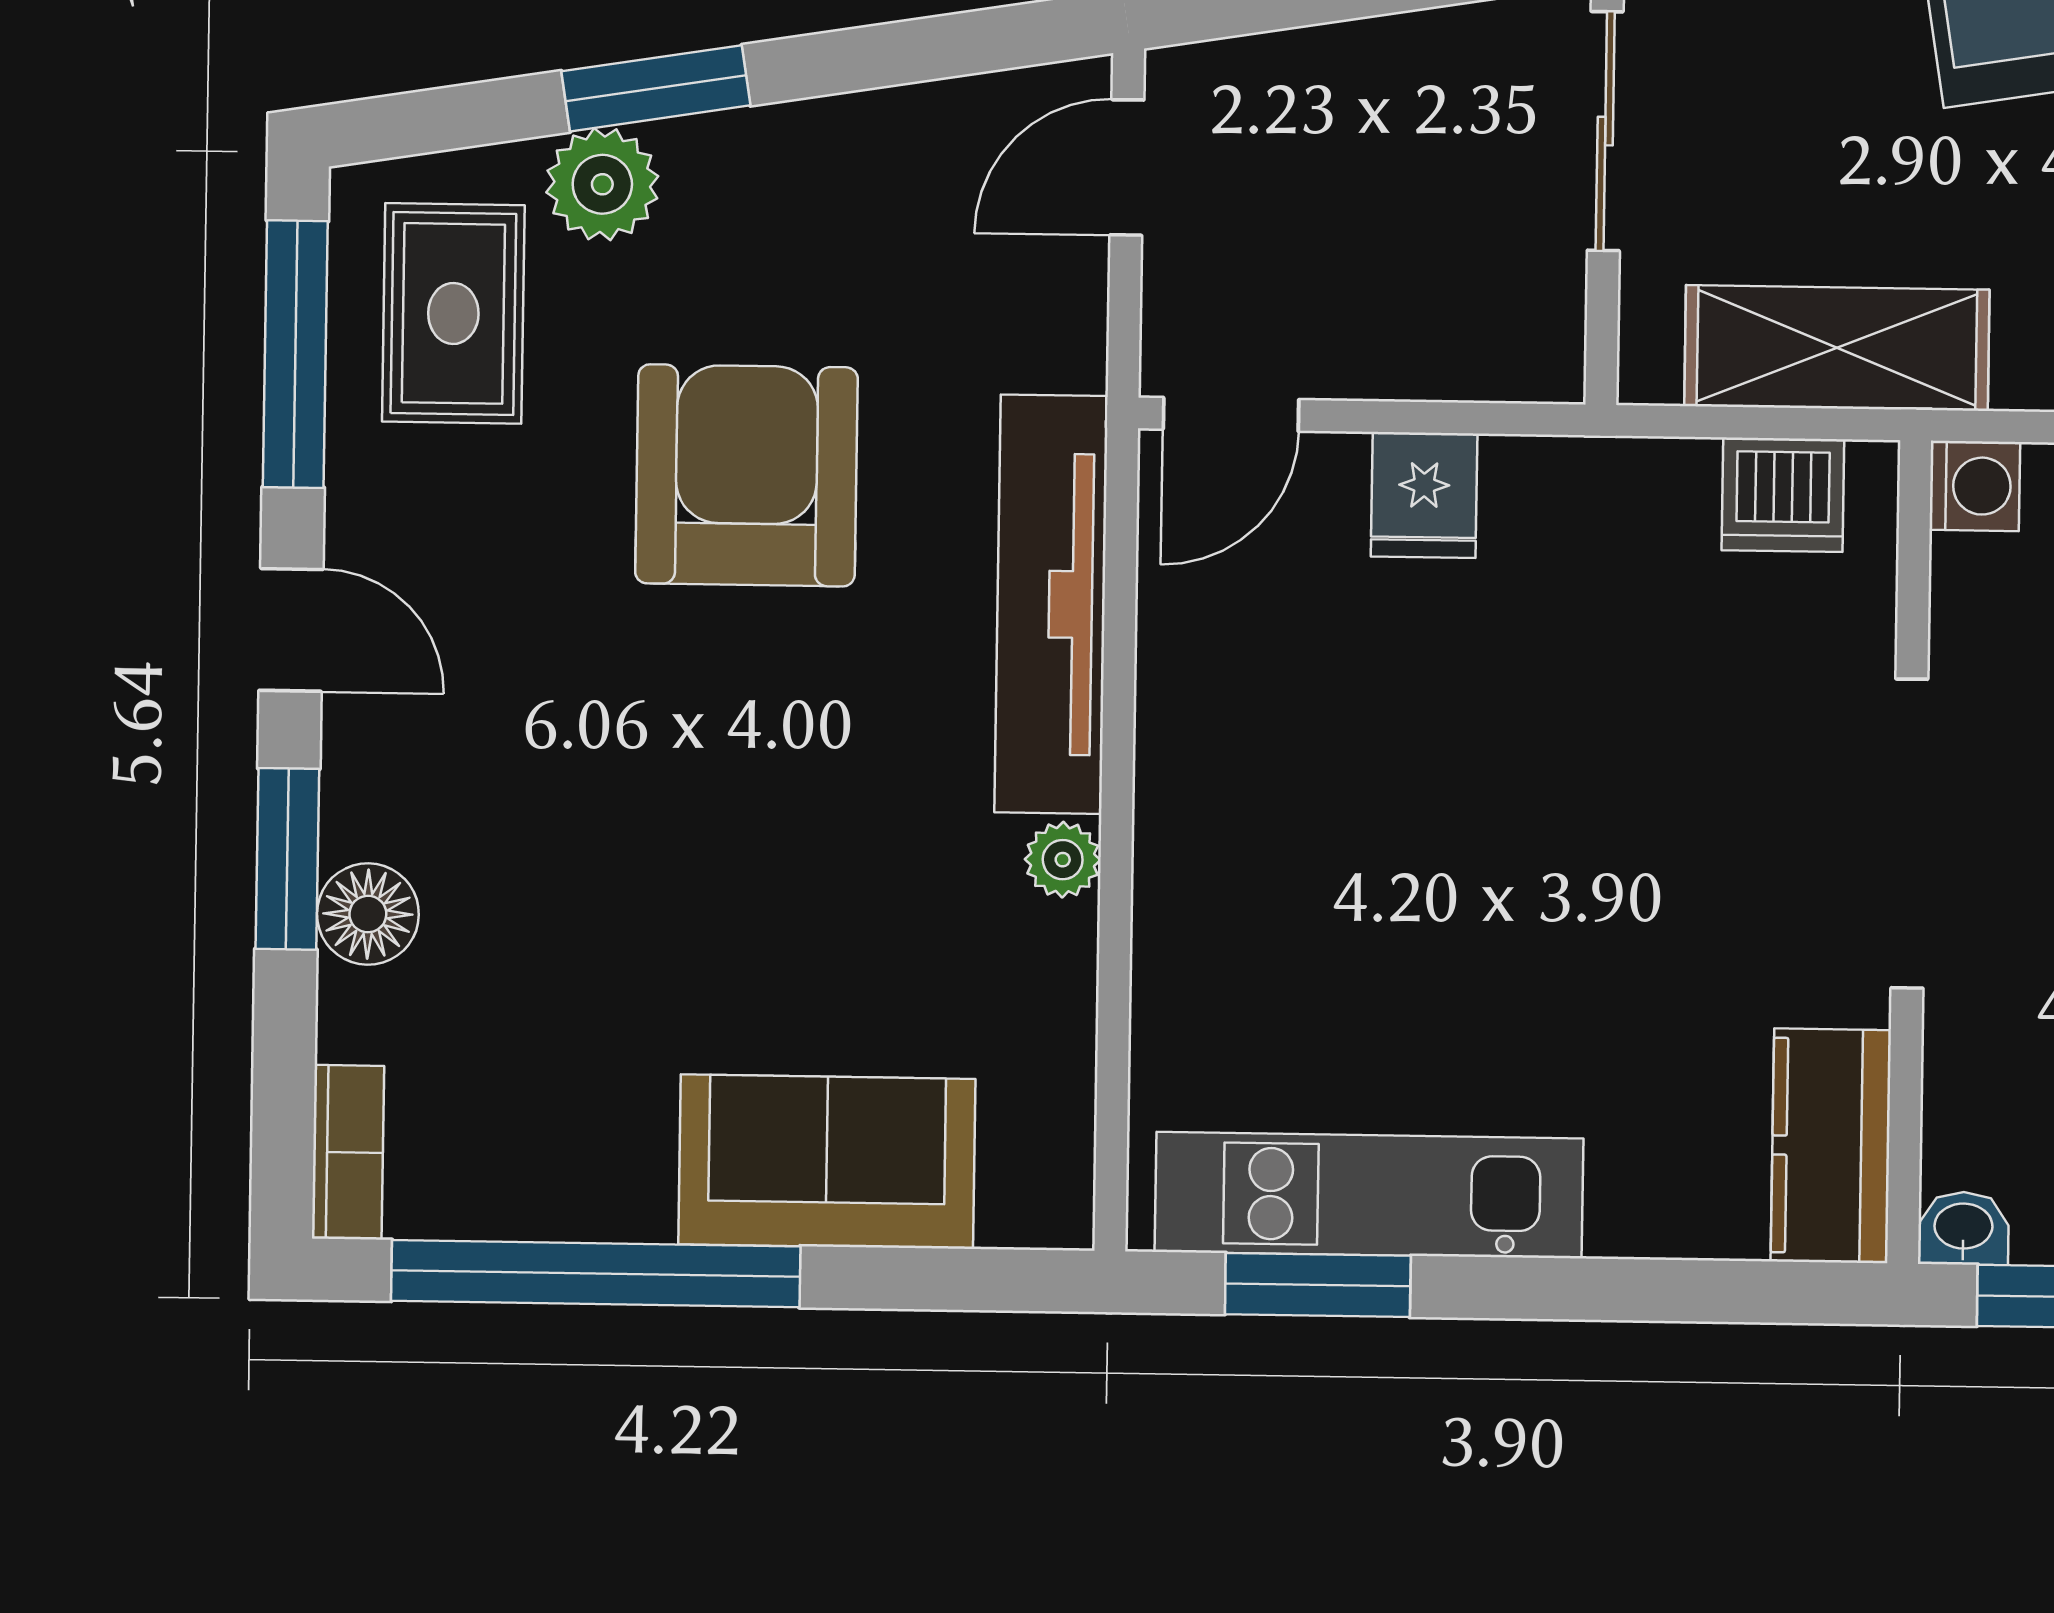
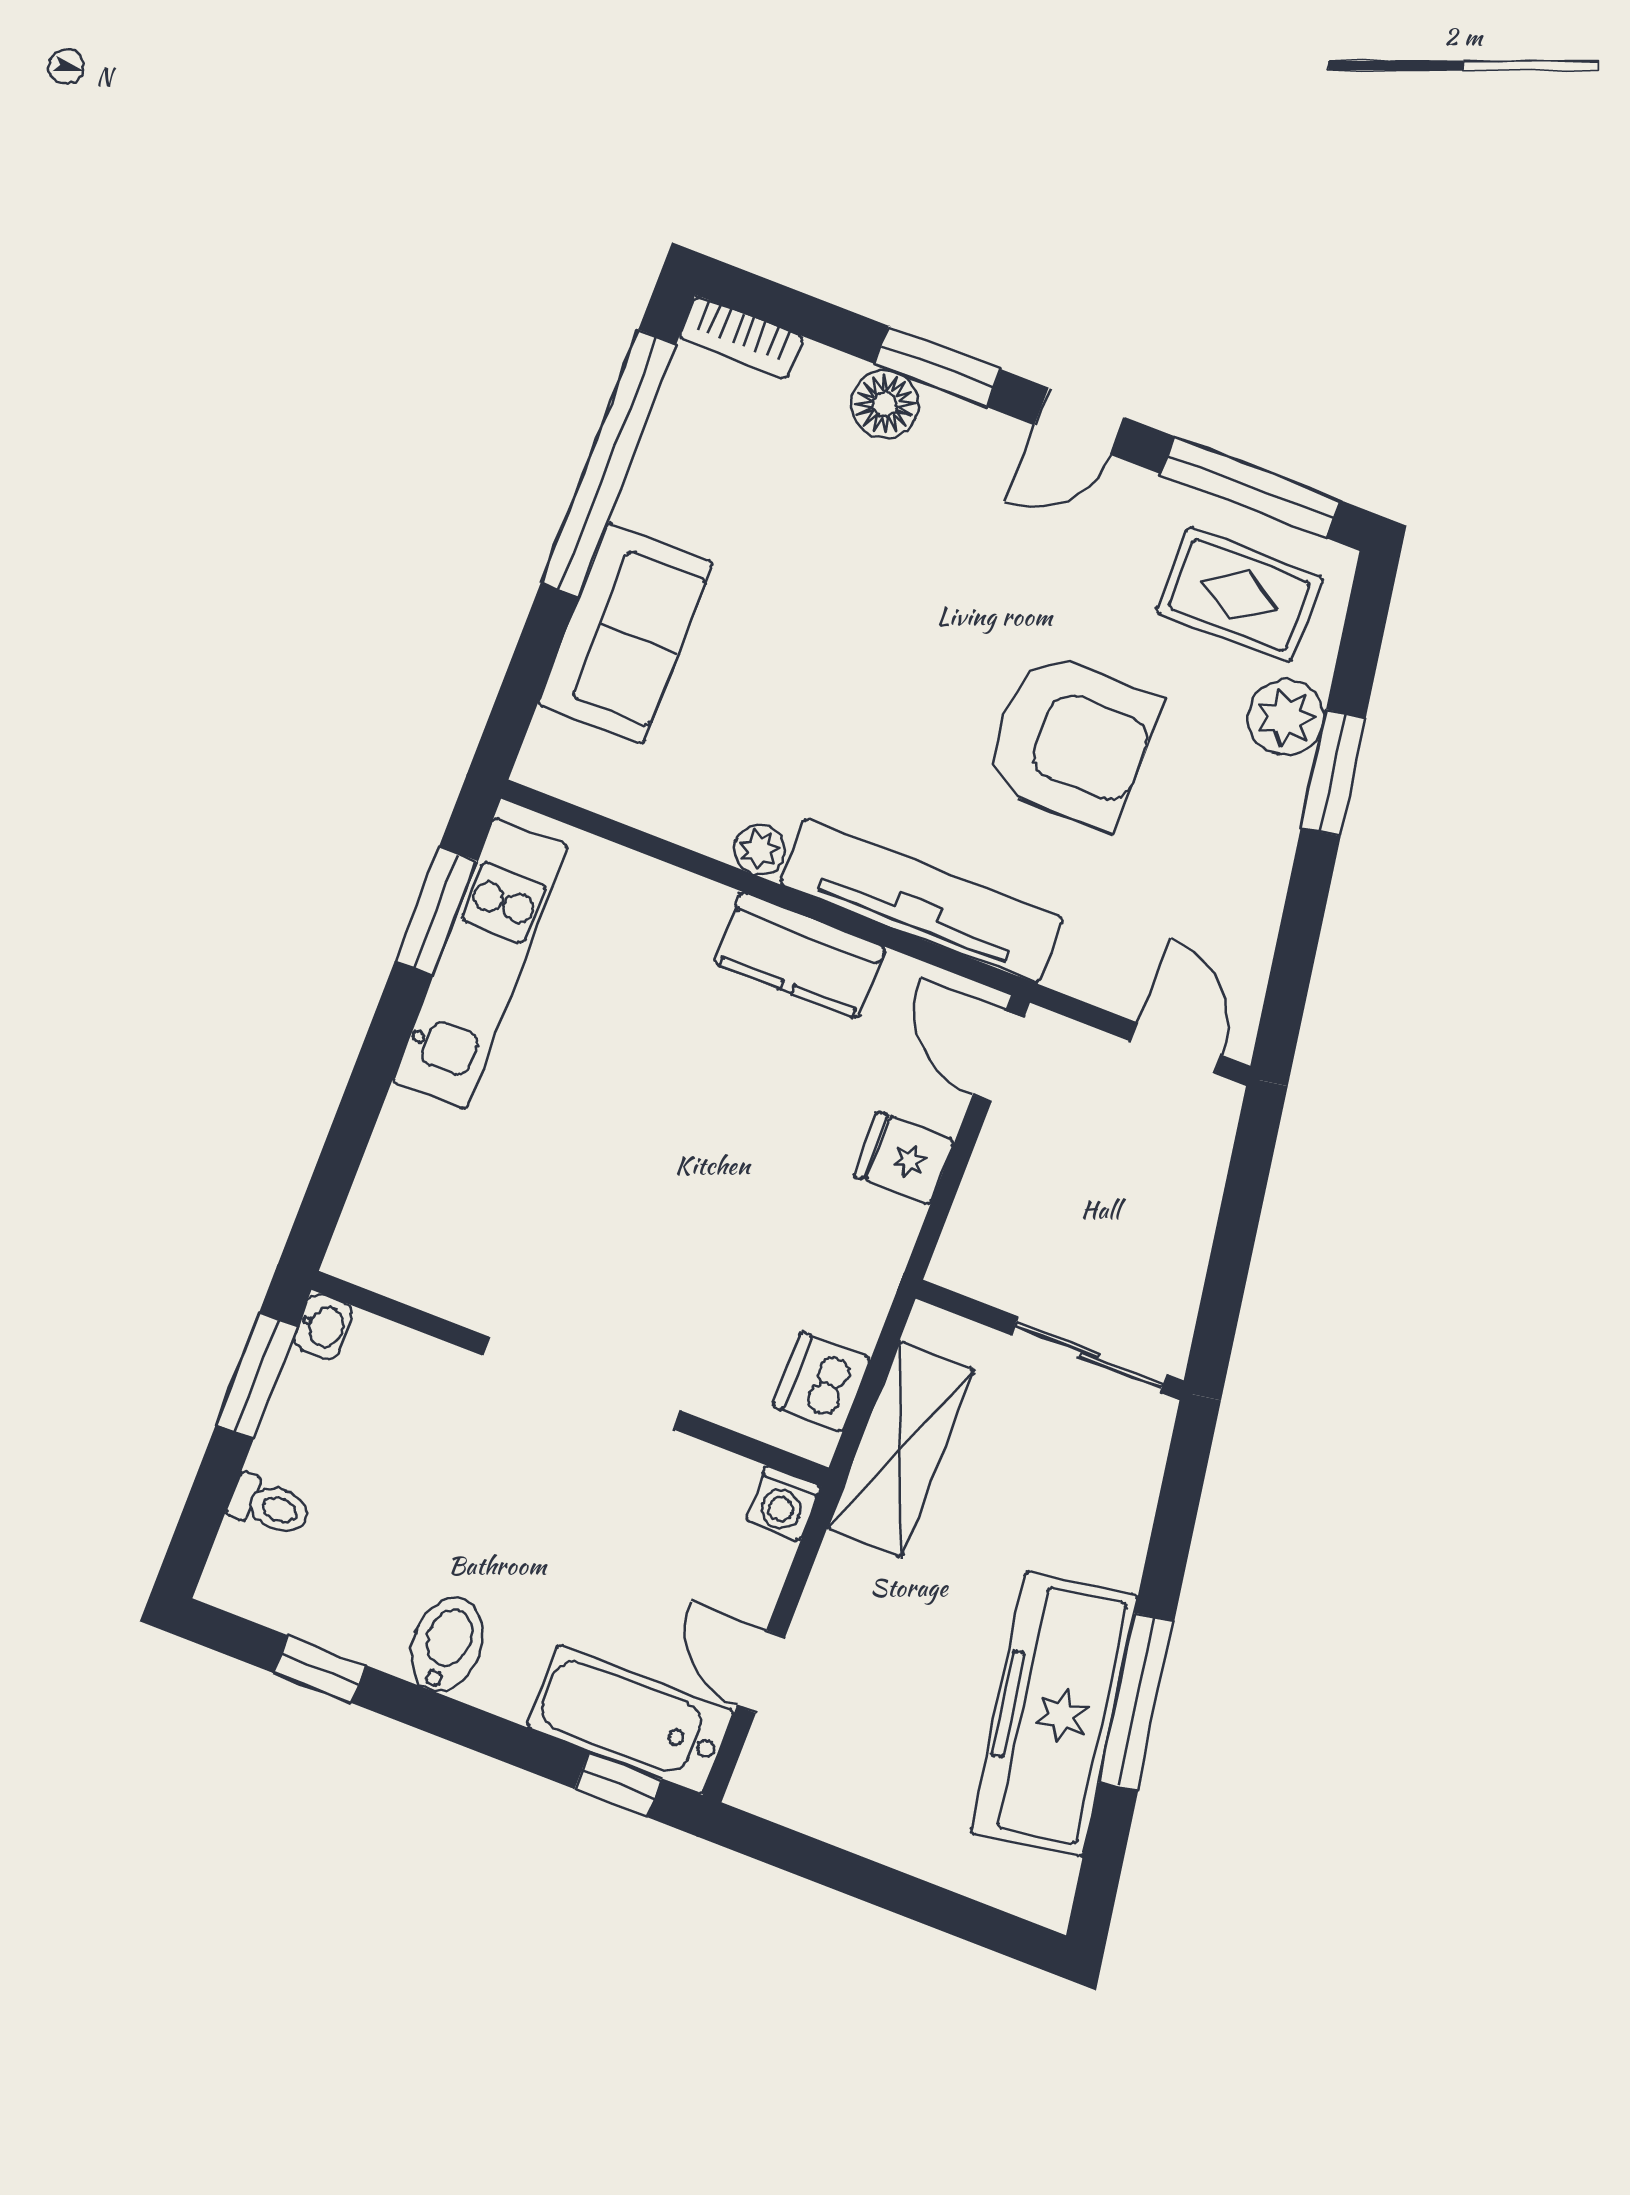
kitchen counter: (1831, 1146) -> (800, 955), moved, turned 180

